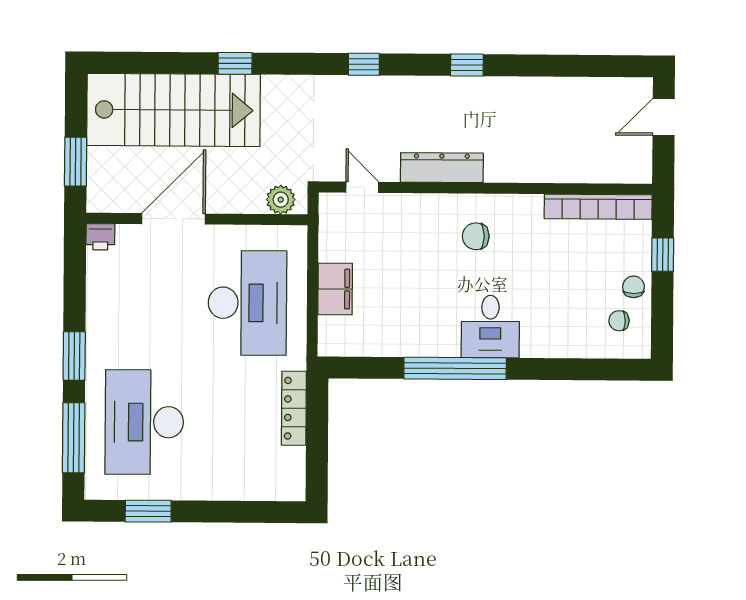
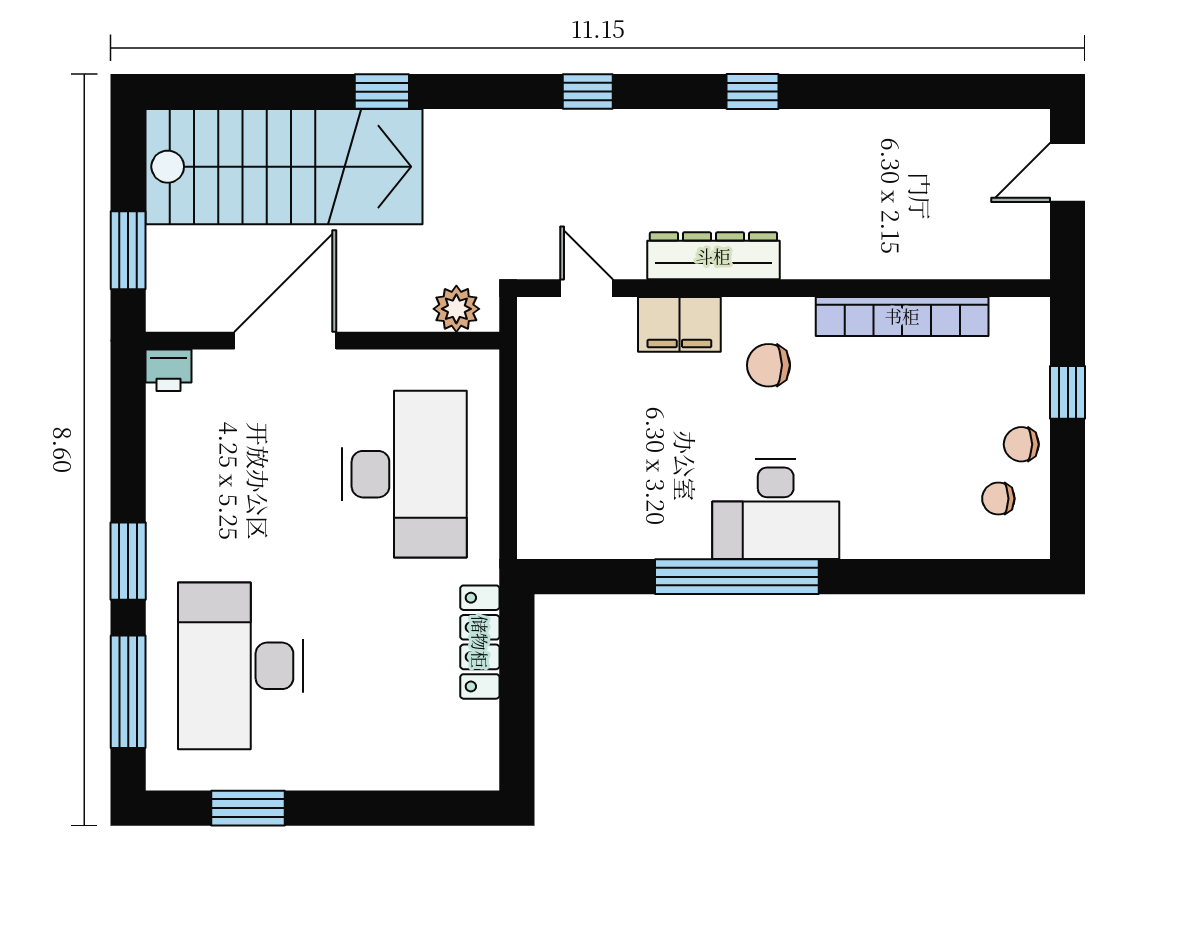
bookcase: (598, 207) -> (902, 316), moved
chair: (634, 287) -> (1021, 444), turned -90
filing cabinet: (335, 289) -> (679, 324), moved, turned 90
desk: (490, 327) -> (776, 509), width x1.37

